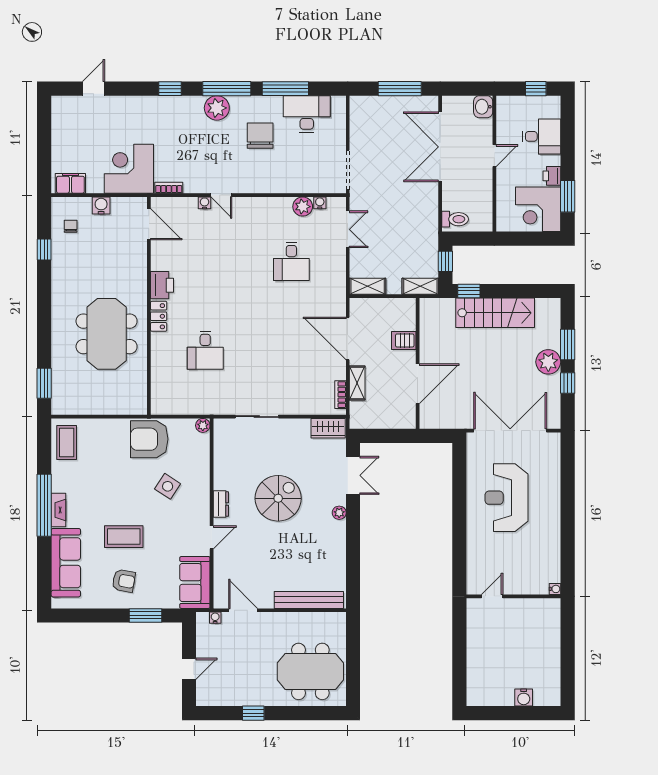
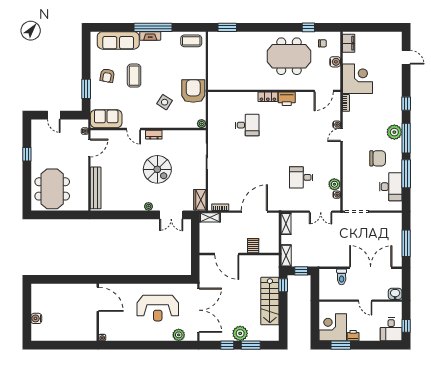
desk: (542, 136) -> (391, 329), moved
toilet: (455, 219) -> (342, 277), moved
meeting table: (107, 334) -> (289, 56), moved
desk: (205, 350) -> (247, 125), turned 180
shelving: (357, 383) -> (210, 217), moved
plant: (551, 463) -> (179, 335), added
reception desk: (507, 498) -> (158, 308), turned 180
door: (492, 596) -> (98, 299), width x1.87

